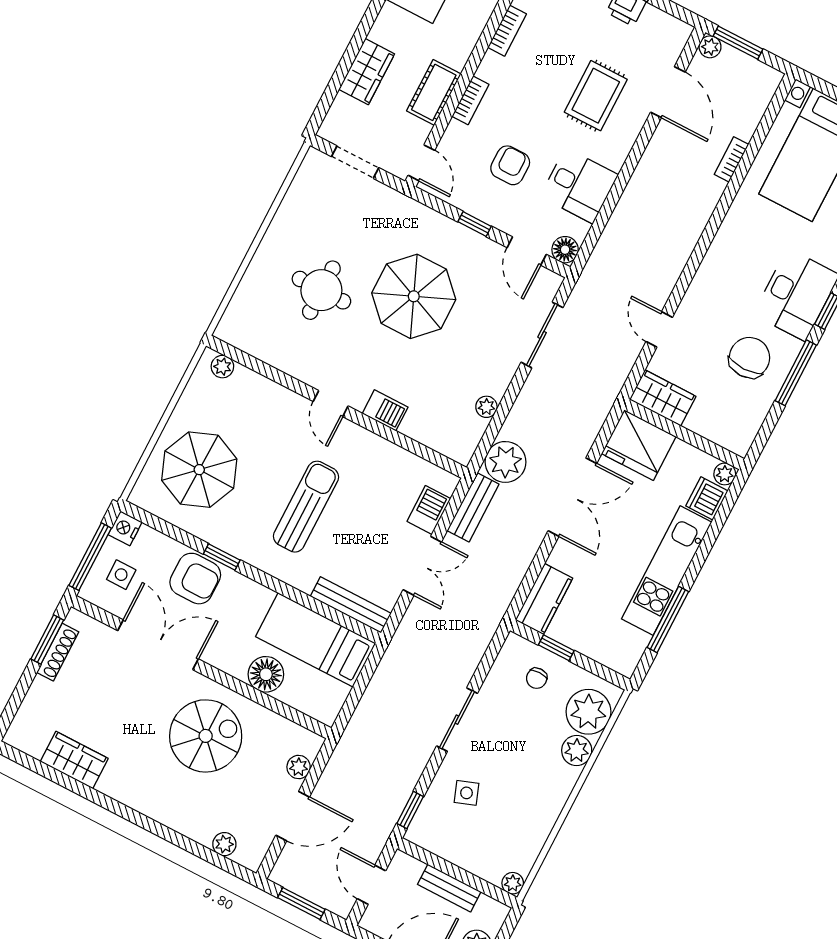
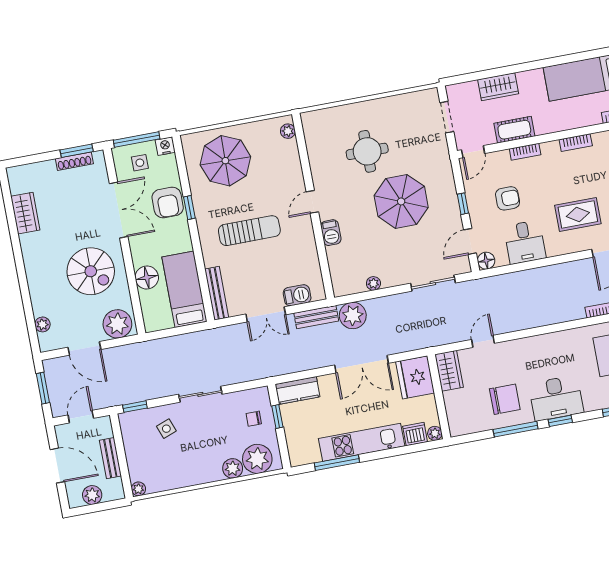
plant: (299, 767) -> (117, 324), width x1.87, depth x1.87

